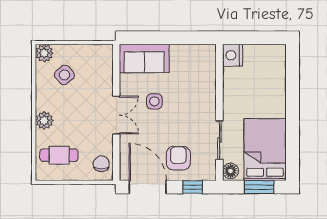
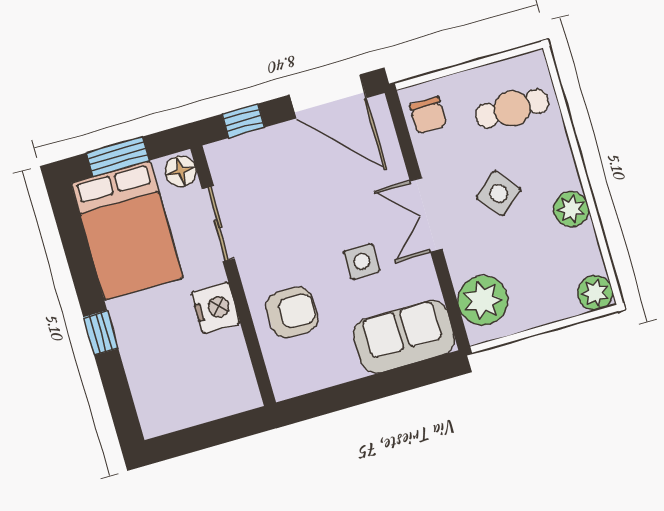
nightstand: (233, 55) -> (216, 308), moved
plant: (100, 65) -> (483, 300), added
side table: (64, 75) -> (499, 194), moved
window: (292, 103) -> (101, 333), added
plant: (44, 120) -> (571, 209), moved
armchair: (178, 158) -> (292, 312), moved, turned -90

